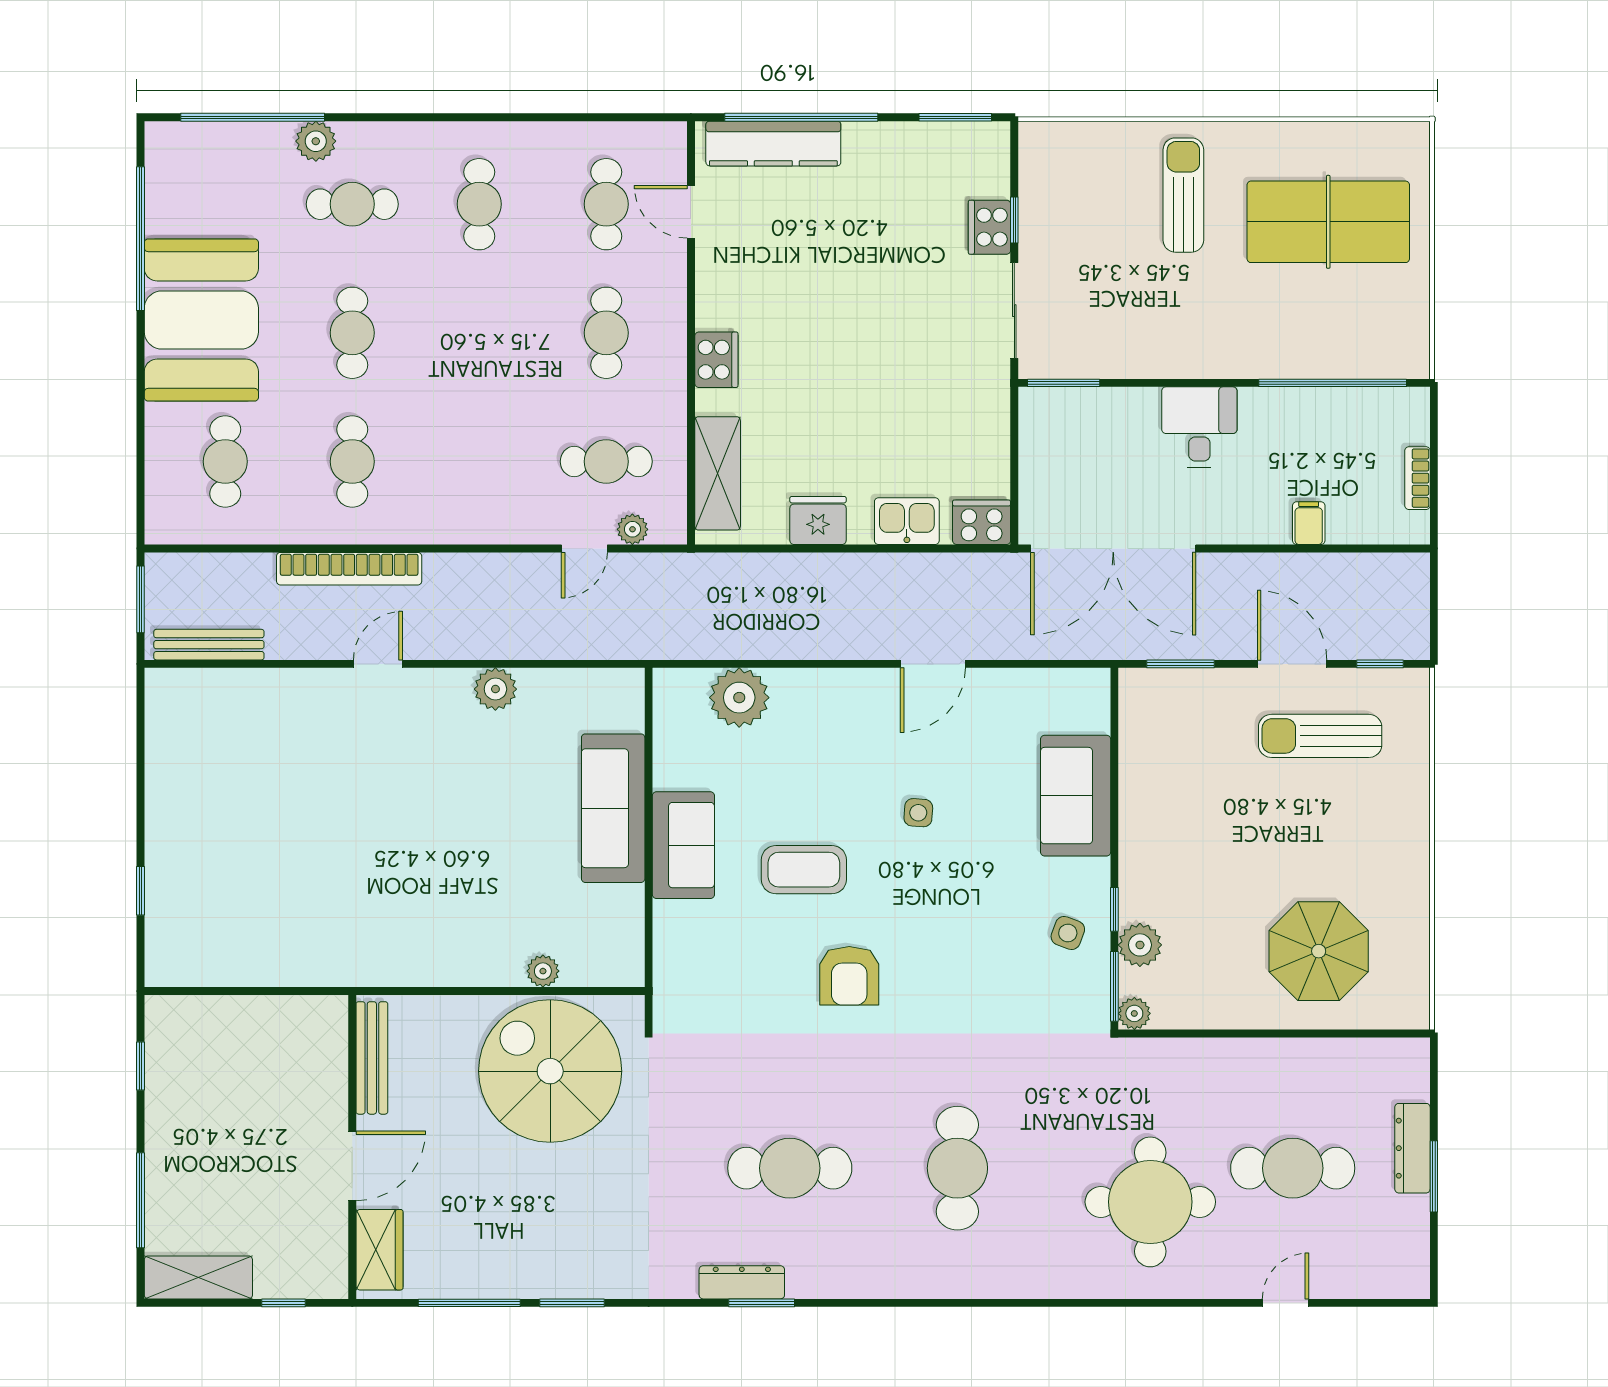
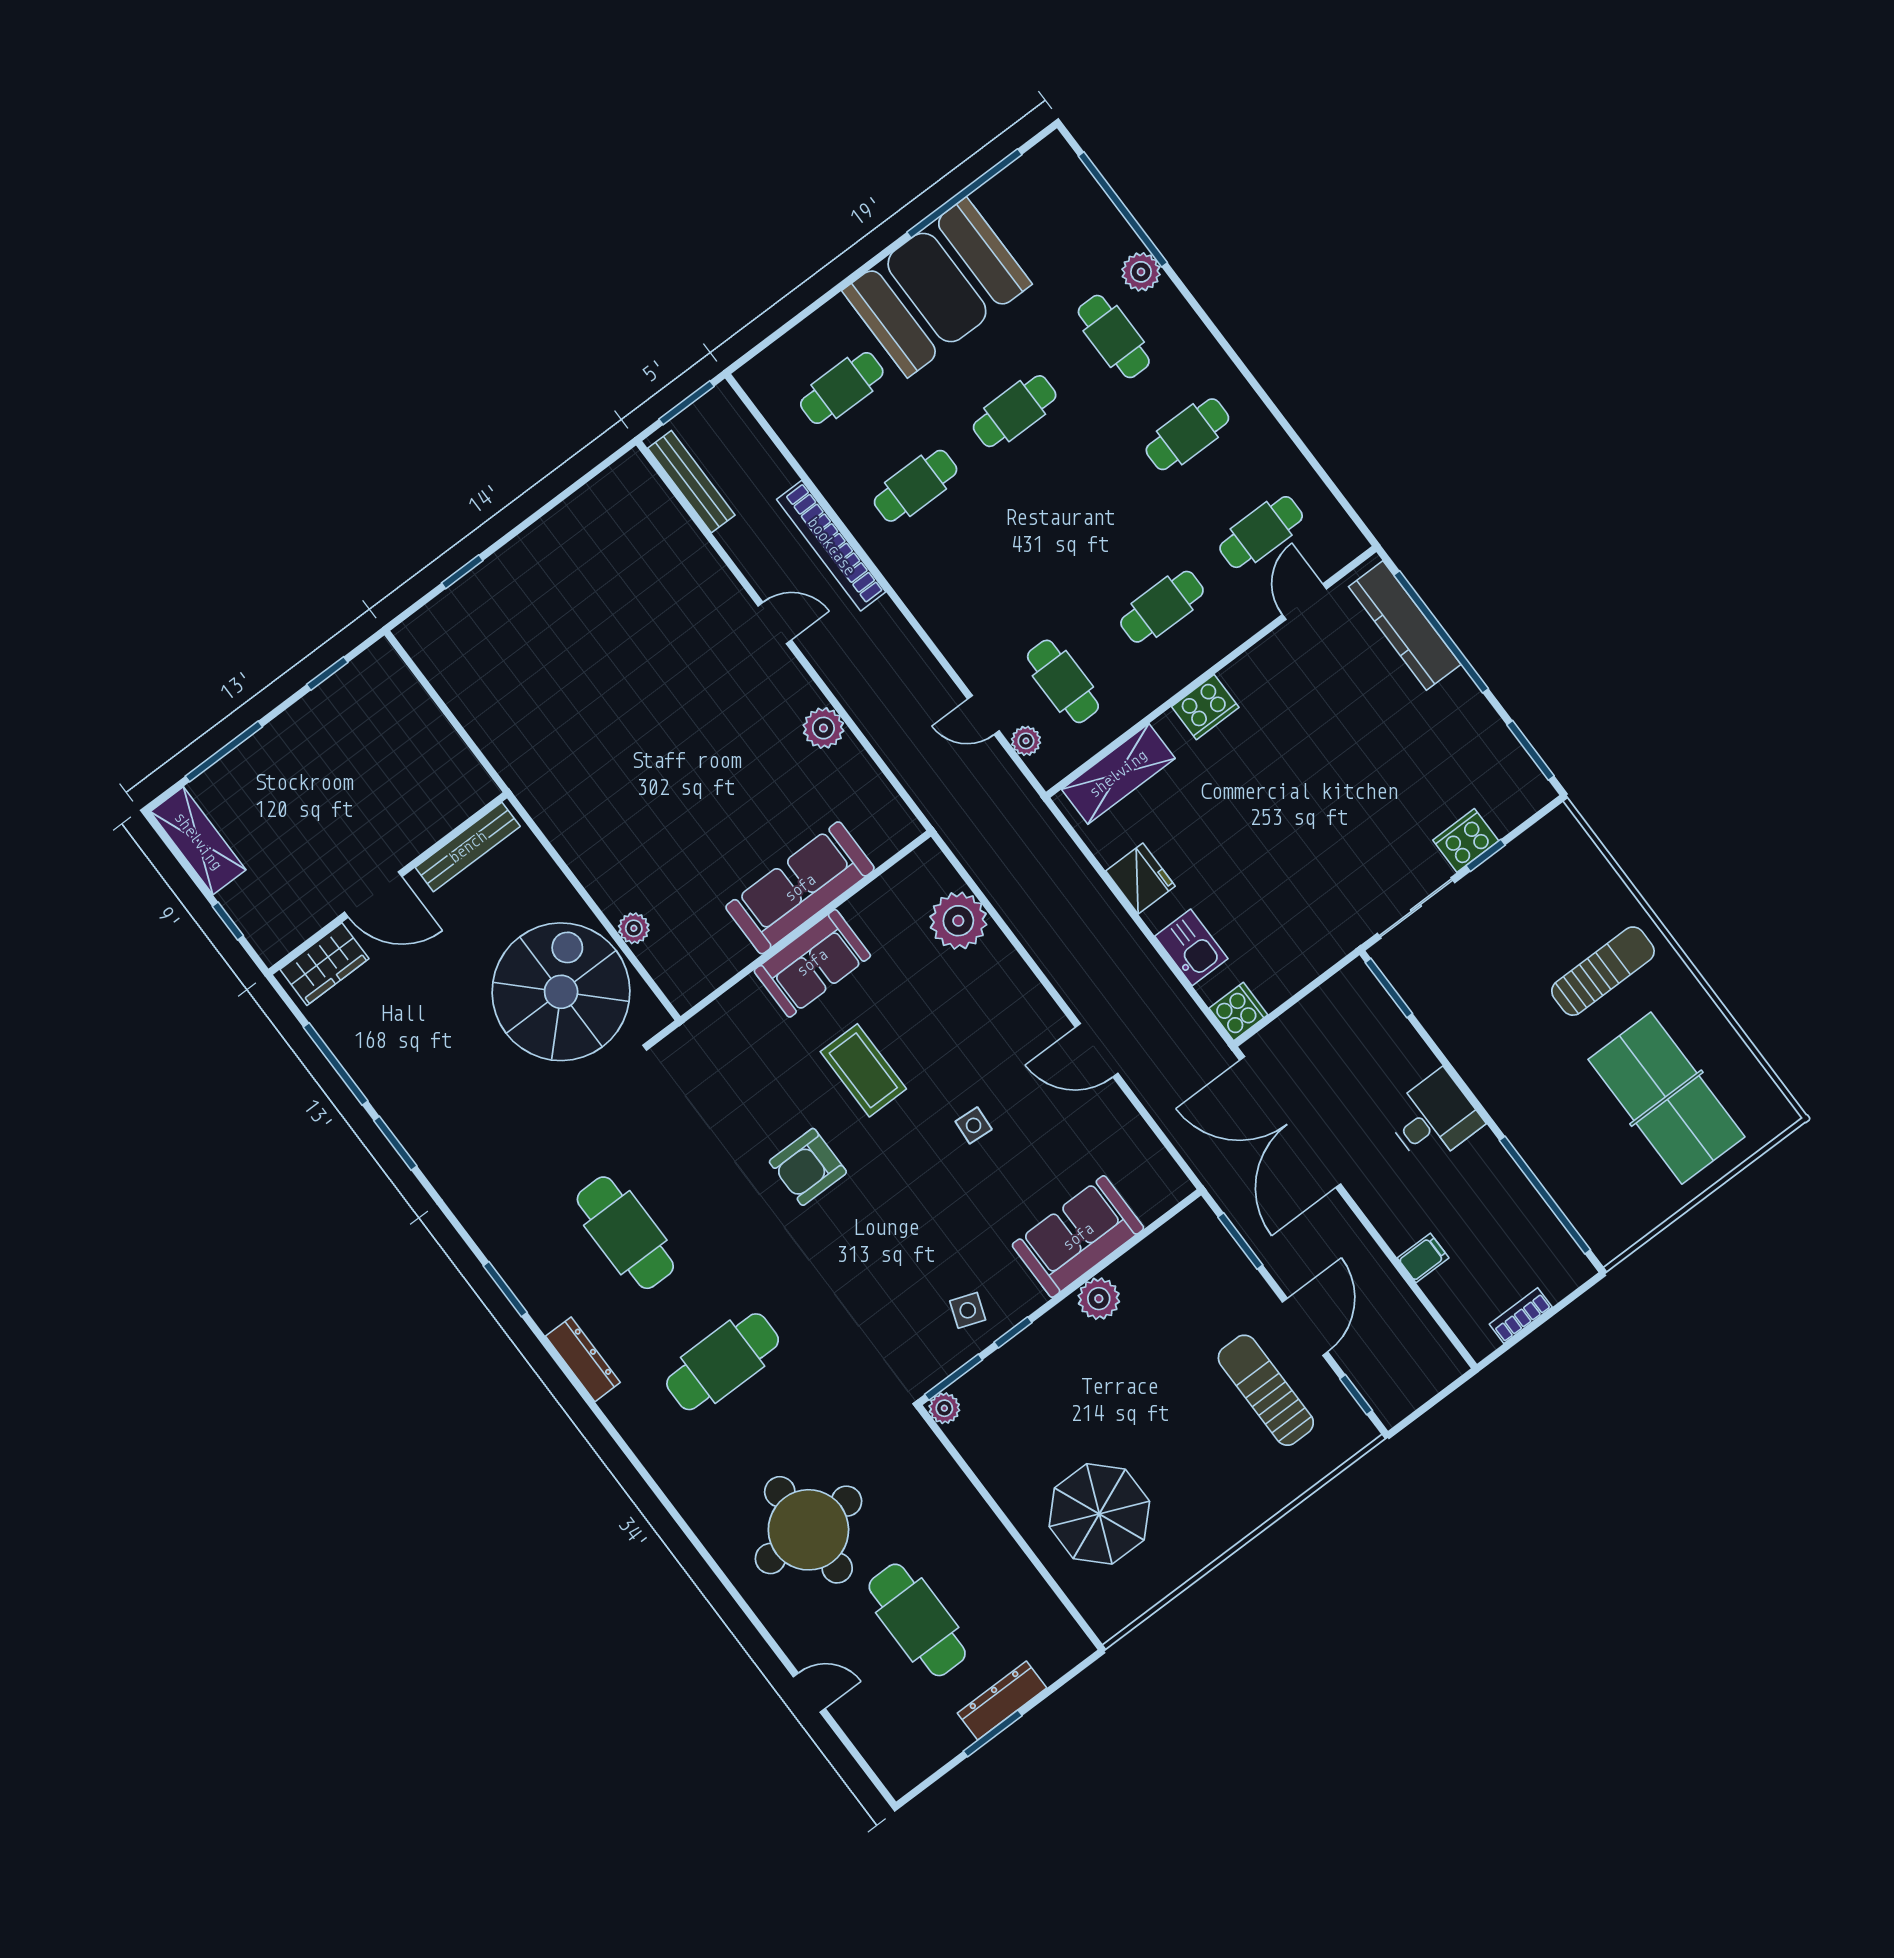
cooker: (982, 522) -> (1238, 1011), width x0.73
plant: (1140, 945) -> (1099, 1299), moved
dresser: (742, 1282) -> (583, 1359), moved

